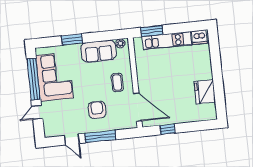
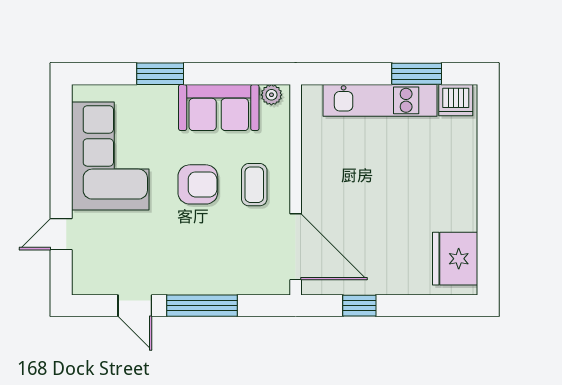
window: (152, 31) -> (417, 74), moved
window: (34, 79) -> (61, 156), removed
fridge: (205, 92) -> (455, 259), moved
armchair: (97, 110) -> (198, 184), moved, turned 90

